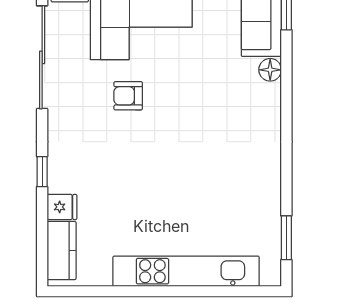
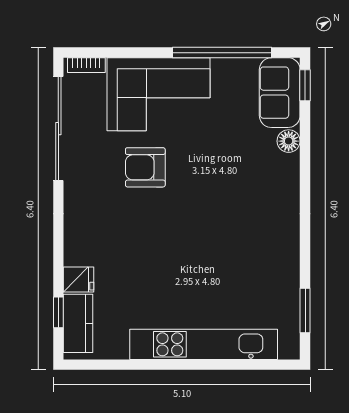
armchair: (128, 96) -> (145, 167), width x1.38, depth x1.38
window: (42, 172) -> (58, 312), moved

